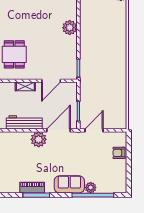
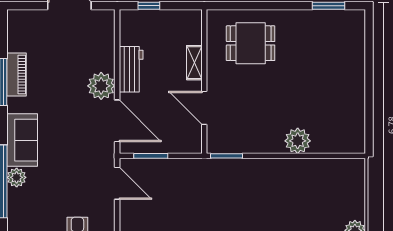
workbench: (24, 122) -> (131, 69), width x0.73

